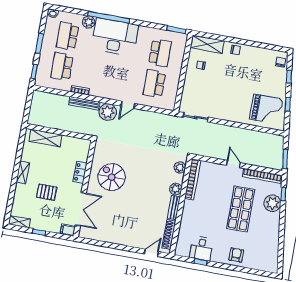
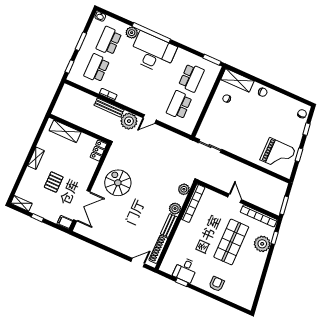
locker: (80, 172) -> (99, 151), moved
pallet: (47, 192) -> (54, 182), turned 90

